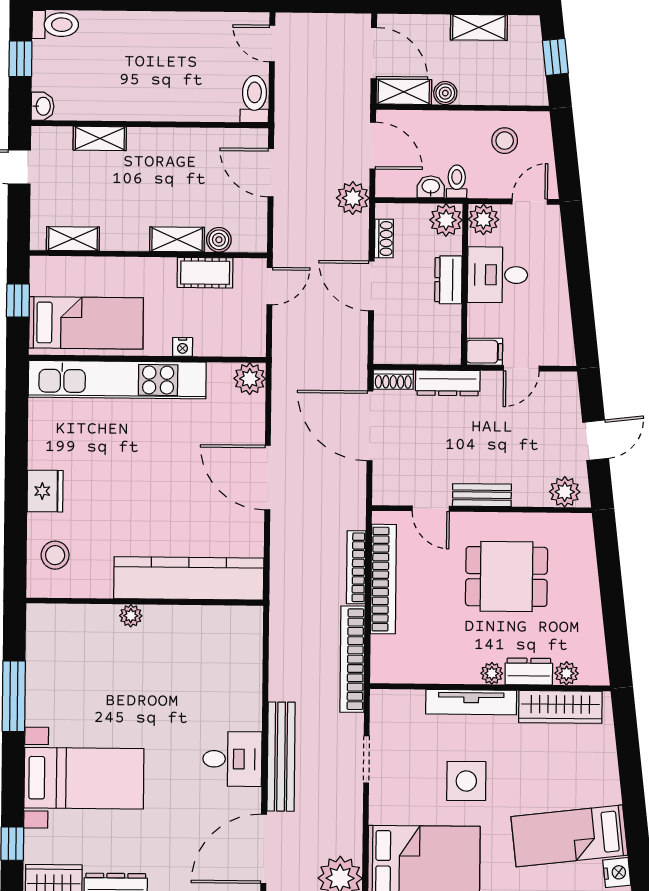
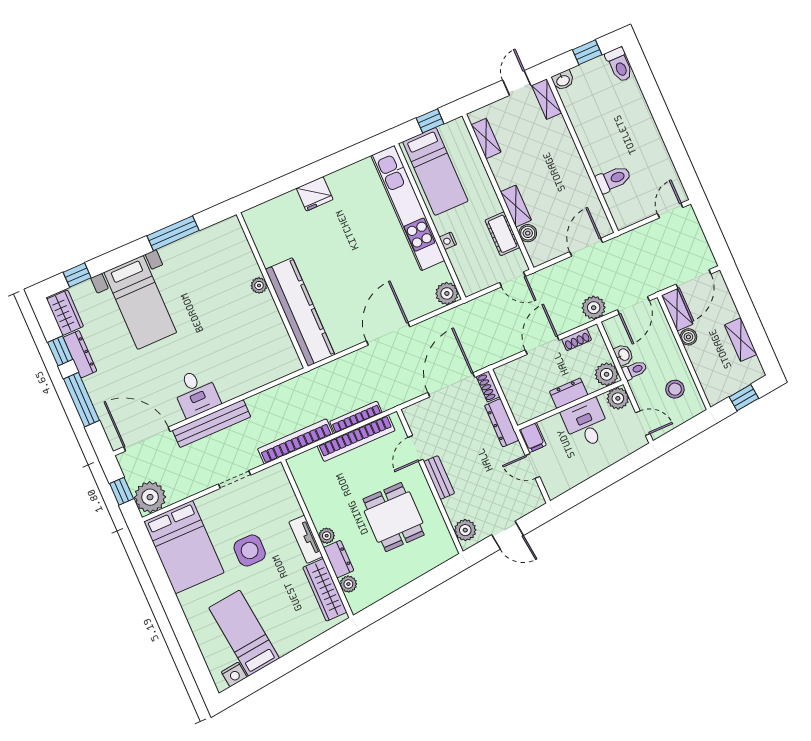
toilet: (254, 99) -> (613, 179), moved
shelving: (100, 138) -> (547, 99), moved
stool: (55, 555) -> (276, 219), removed
tv unit: (471, 702) -> (306, 539), width x0.71

